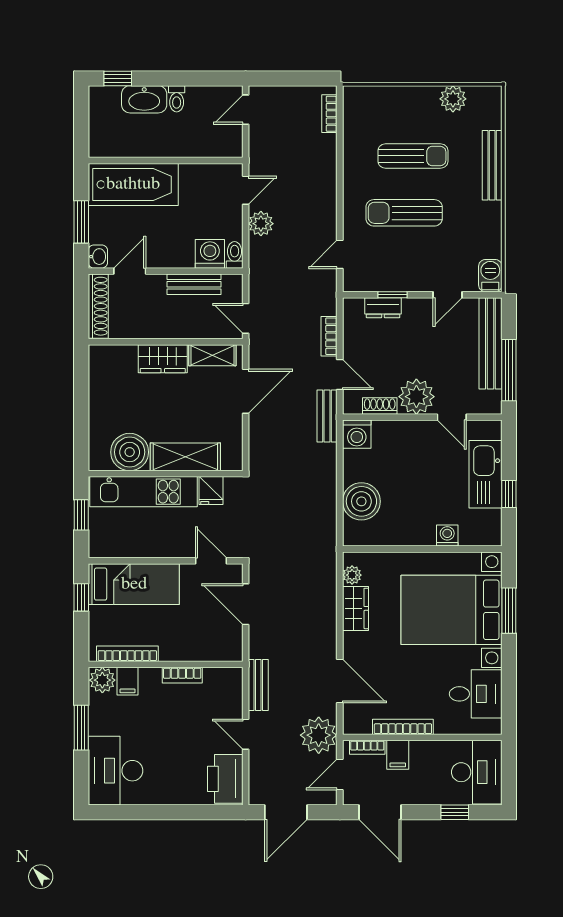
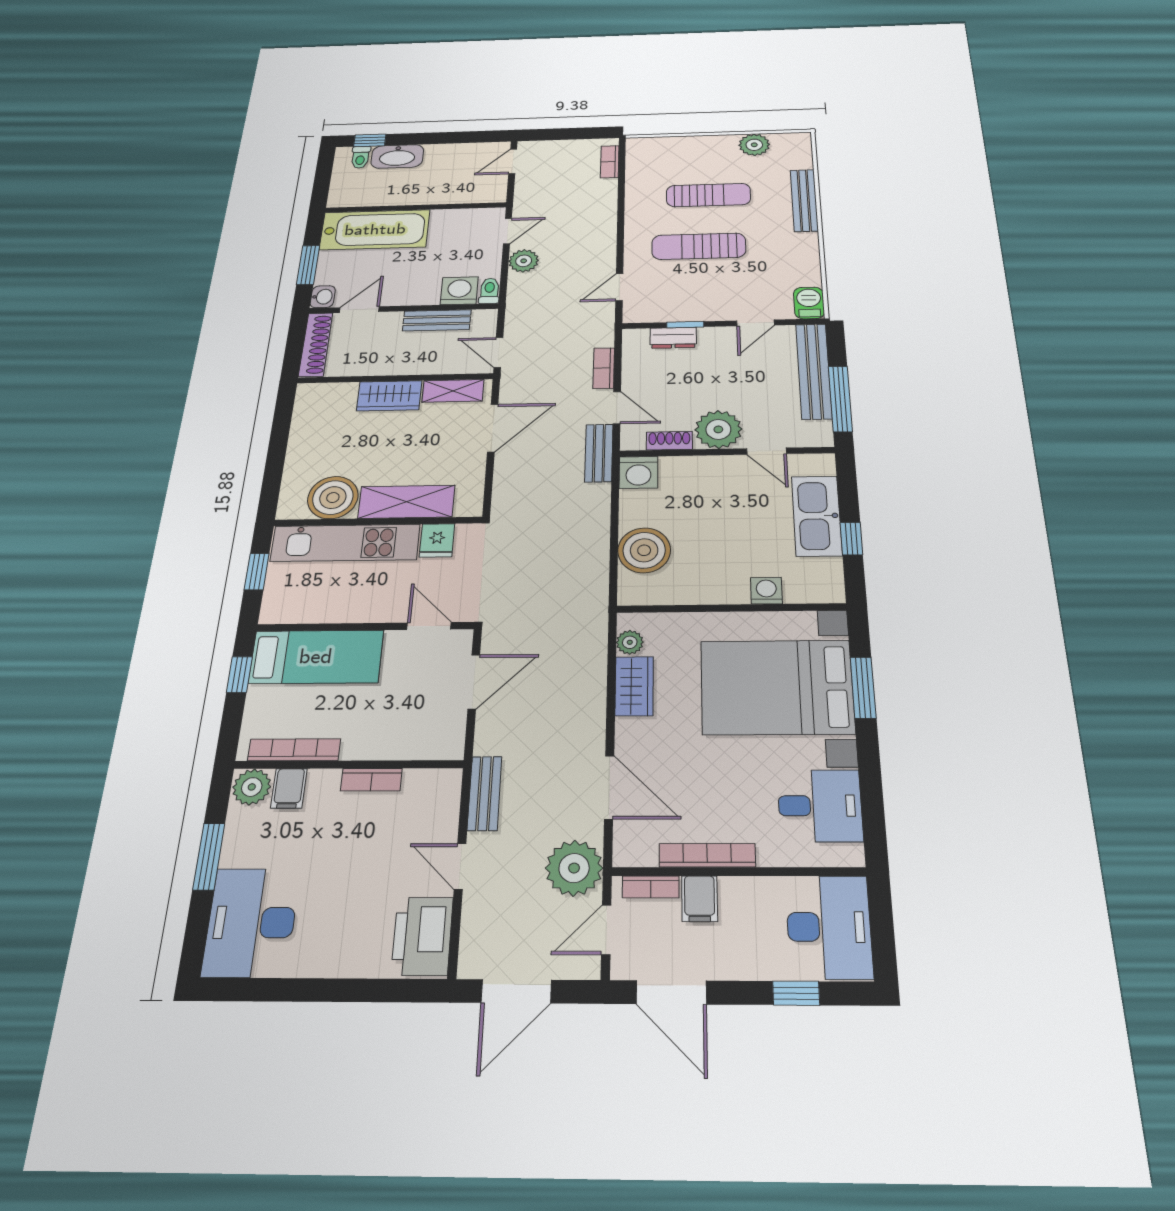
toilet: (177, 99) -> (360, 157), moved
door: (246, 604) -> (474, 682), swing flipped

